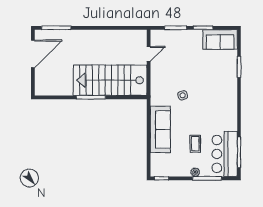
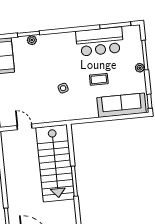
plant: (233, 69) -> (32, 40), added
sofa: (160, 129) -> (122, 105), moved
coffee table: (195, 144) -> (99, 79), moved
bar counter: (225, 154) -> (100, 41), moved

